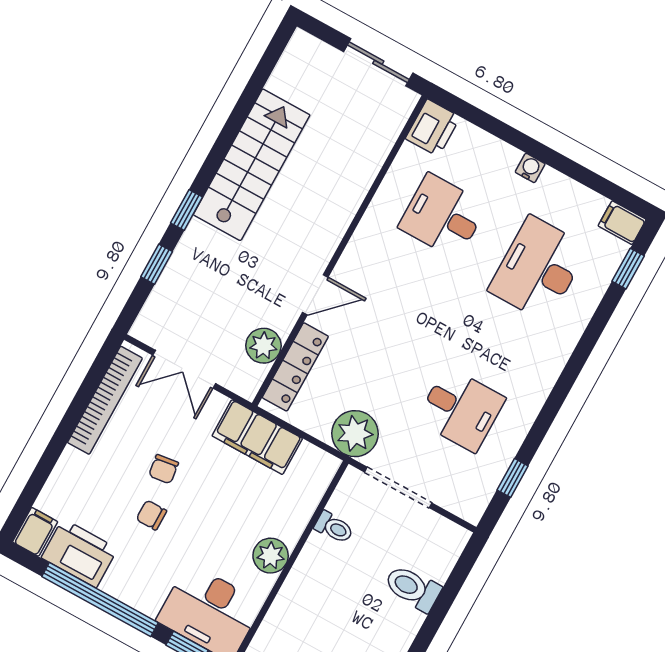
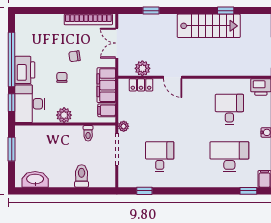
window: (187, 210) -> (226, 11), moved
locker: (295, 367) -> (141, 85), width x0.66
desk: (461, 409) -> (160, 157), turned 180
plant: (355, 434) -> (124, 126), width x0.53, depth x0.53
chair: (151, 515) -> (62, 77), moved
filing cabinet: (35, 532) -> (107, 110), moved, turned 180
printer: (79, 553) -> (25, 70), moved

